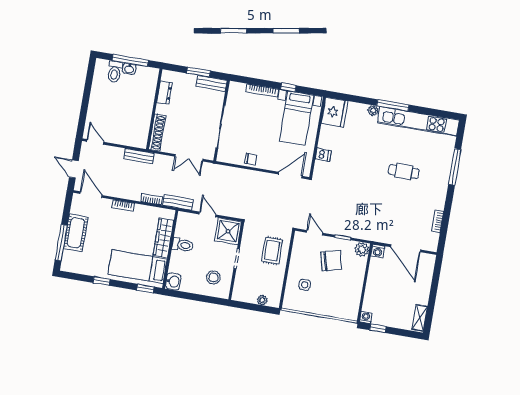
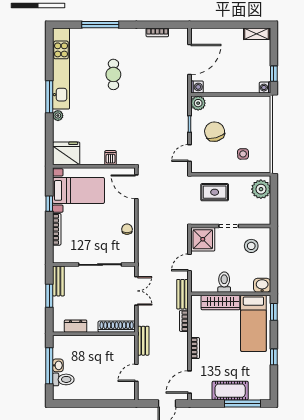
door: (95, 142) -> (136, 373), moved
plant: (262, 300) -> (261, 189), width x1.87, depth x1.87

